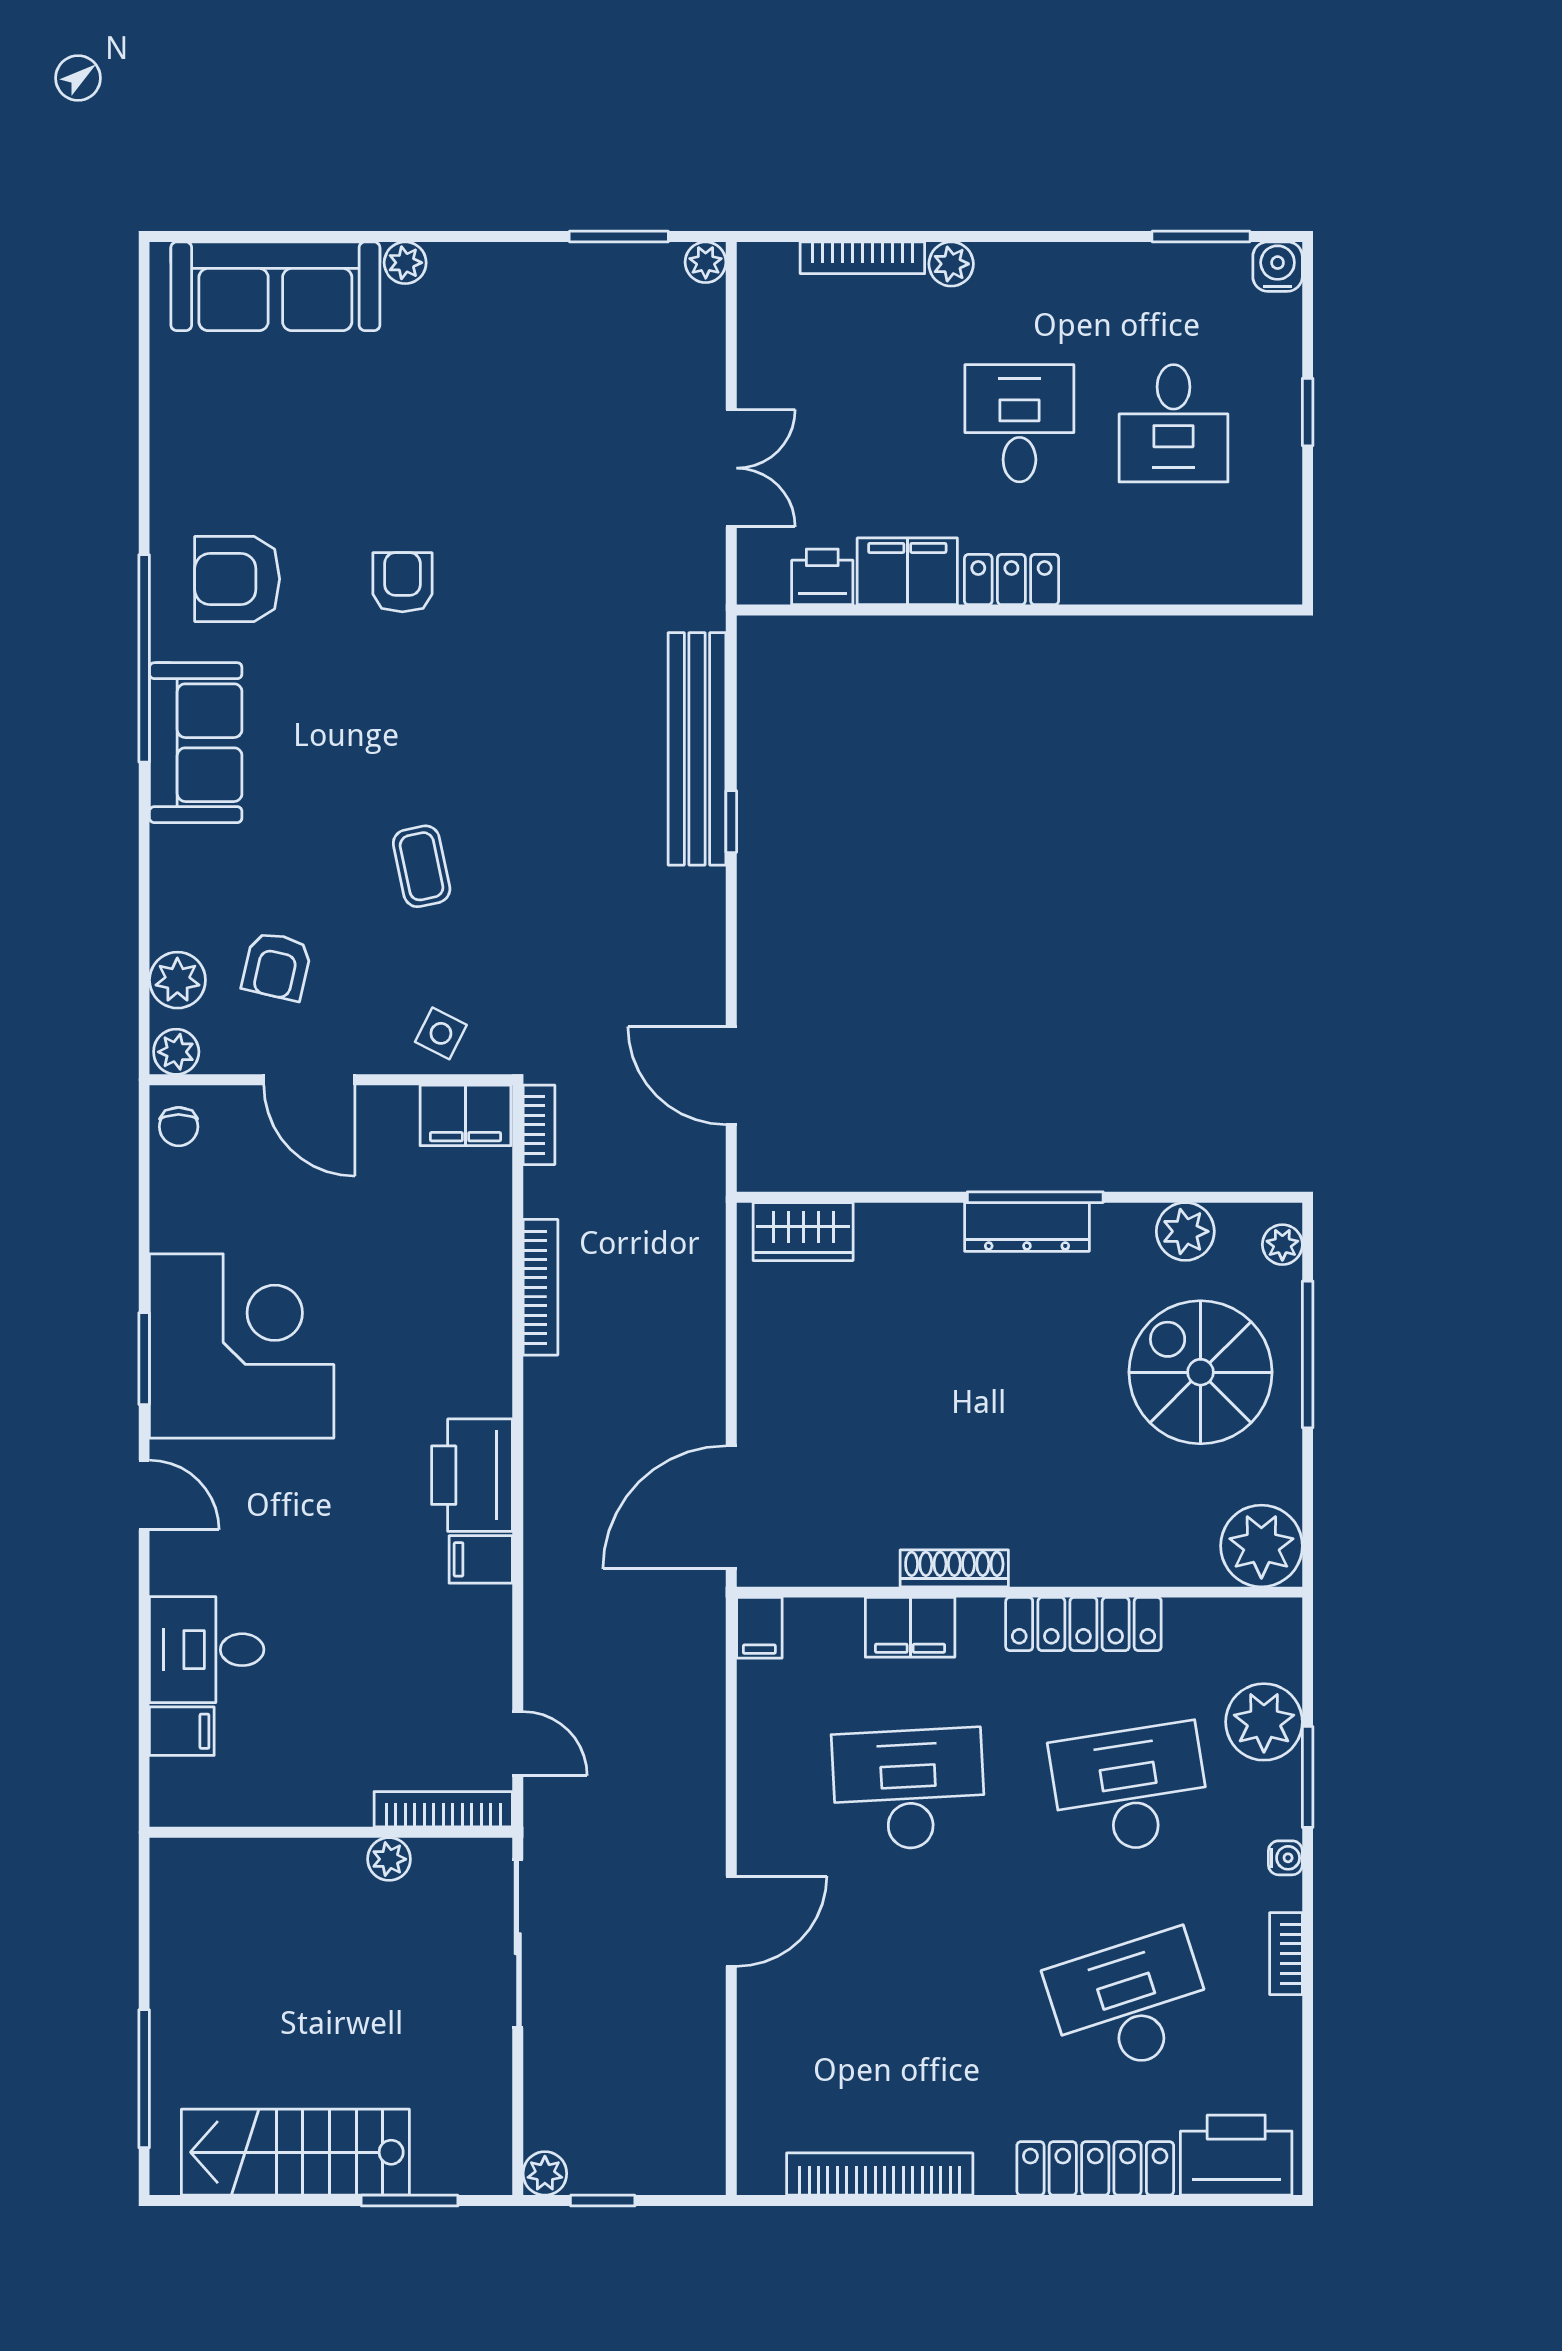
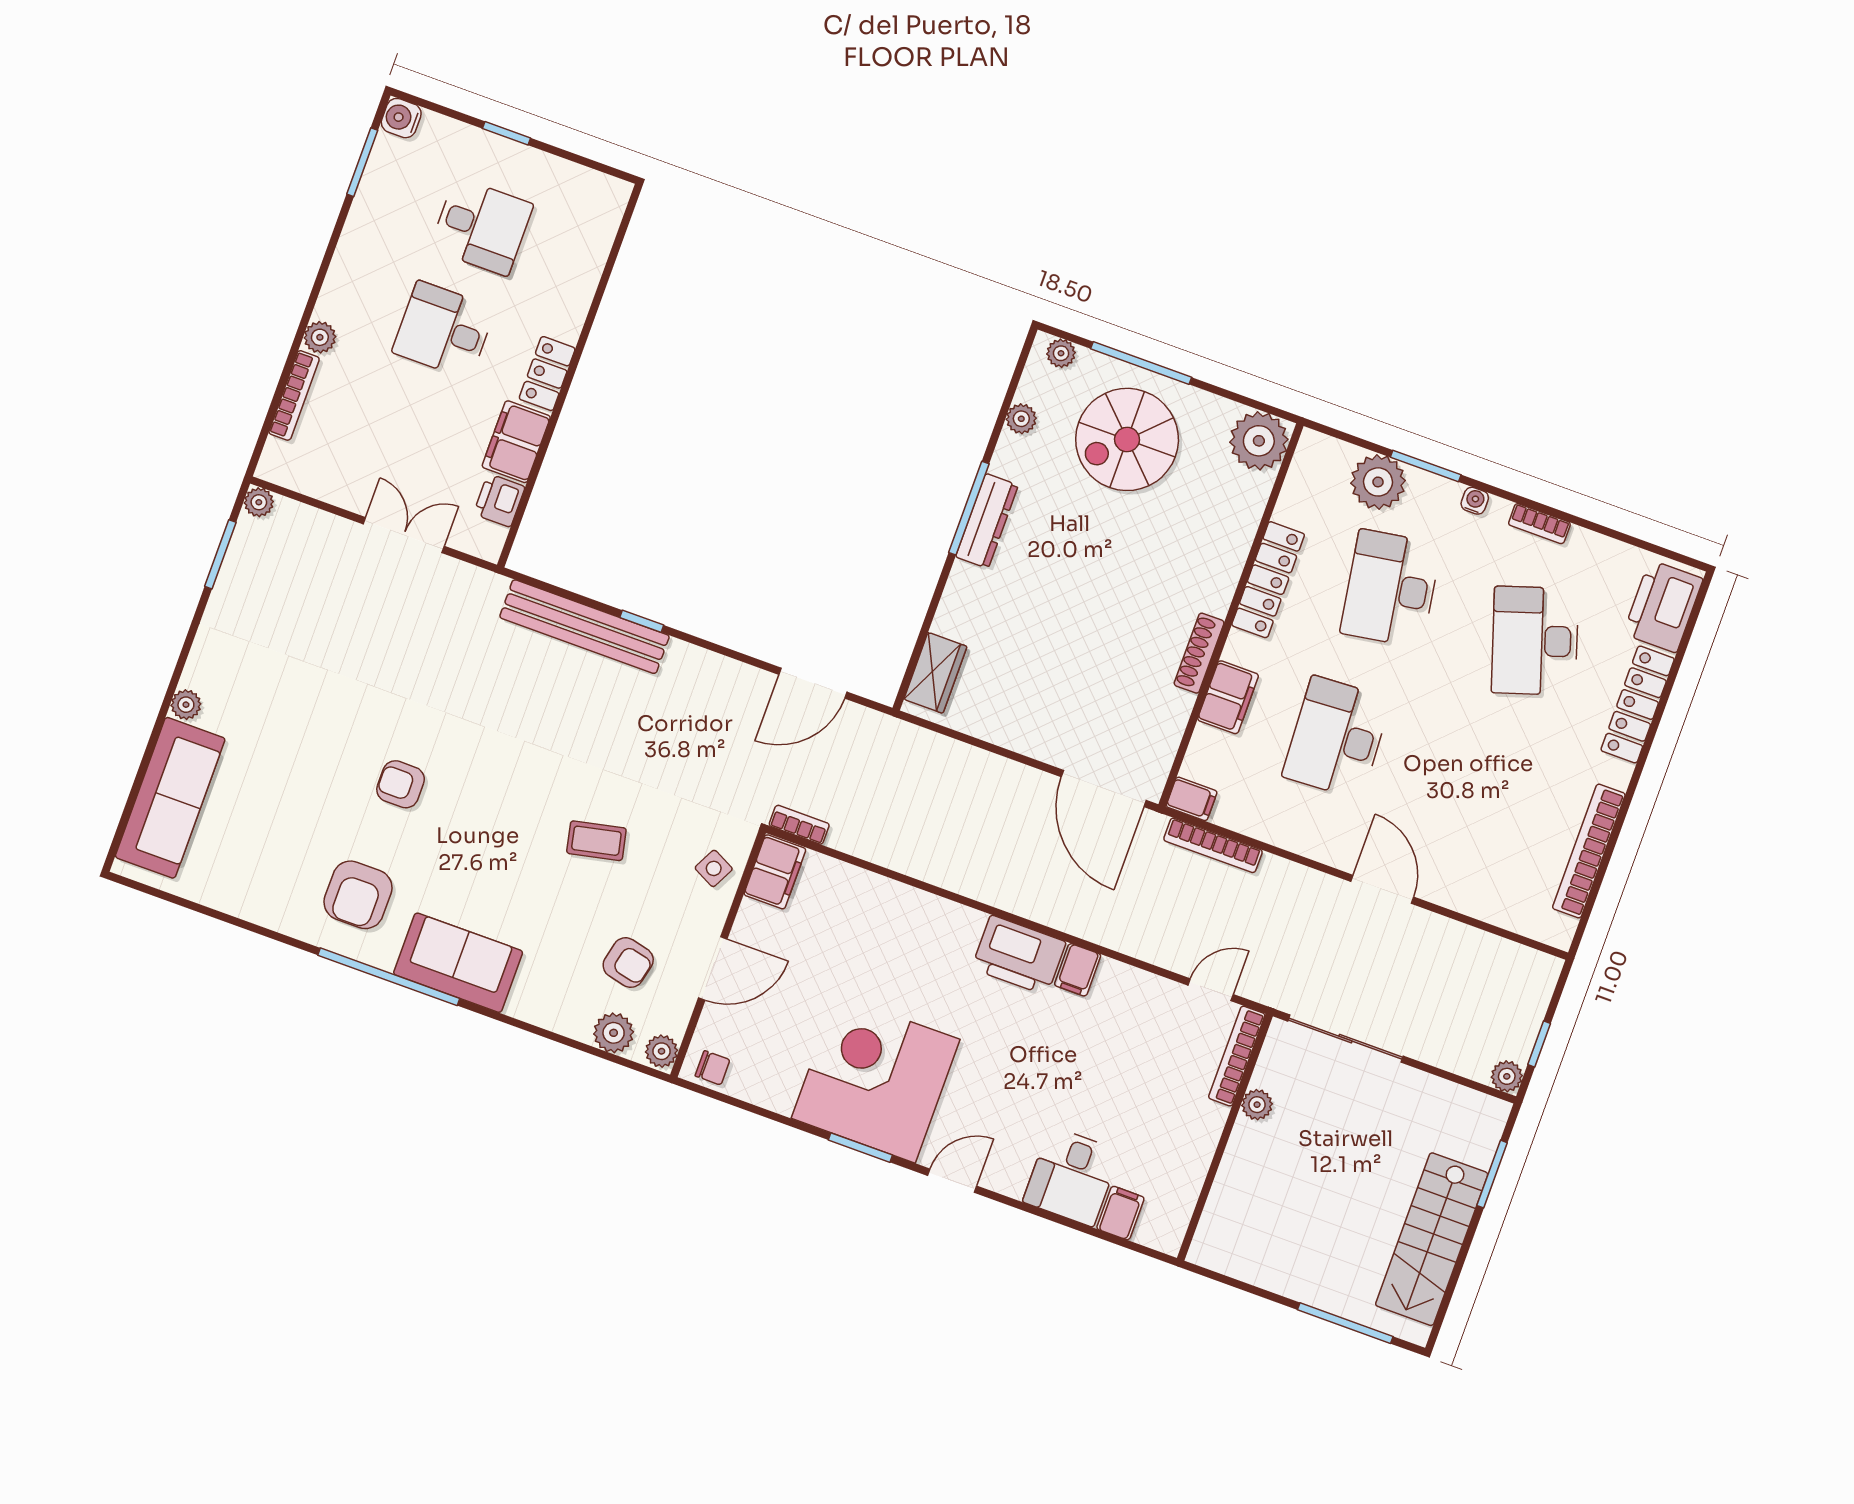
plant: (1185, 1231) -> (1021, 419), width x0.73, depth x0.73
bookcase: (540, 1287) -> (1213, 845), moved, turned 180

